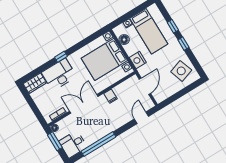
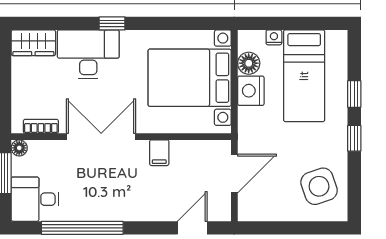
nightstand: (138, 60) -> (251, 91), moved

